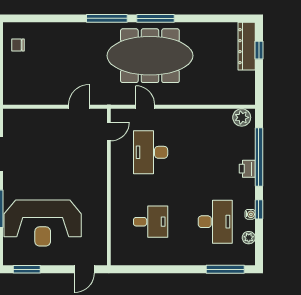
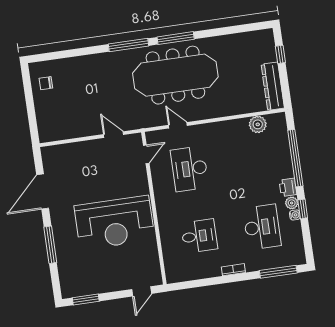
dresser: (247, 46) -> (273, 86), moved
door: (79, 107) -> (114, 135), hinge flipped
plant: (242, 117) -> (258, 124), moved
printer: (247, 169) -> (288, 187), moved
reception desk: (43, 223) -> (114, 223), moved
plant: (249, 238) -> (292, 203), moved
bookcase: (180, 261) -> (233, 270), added

